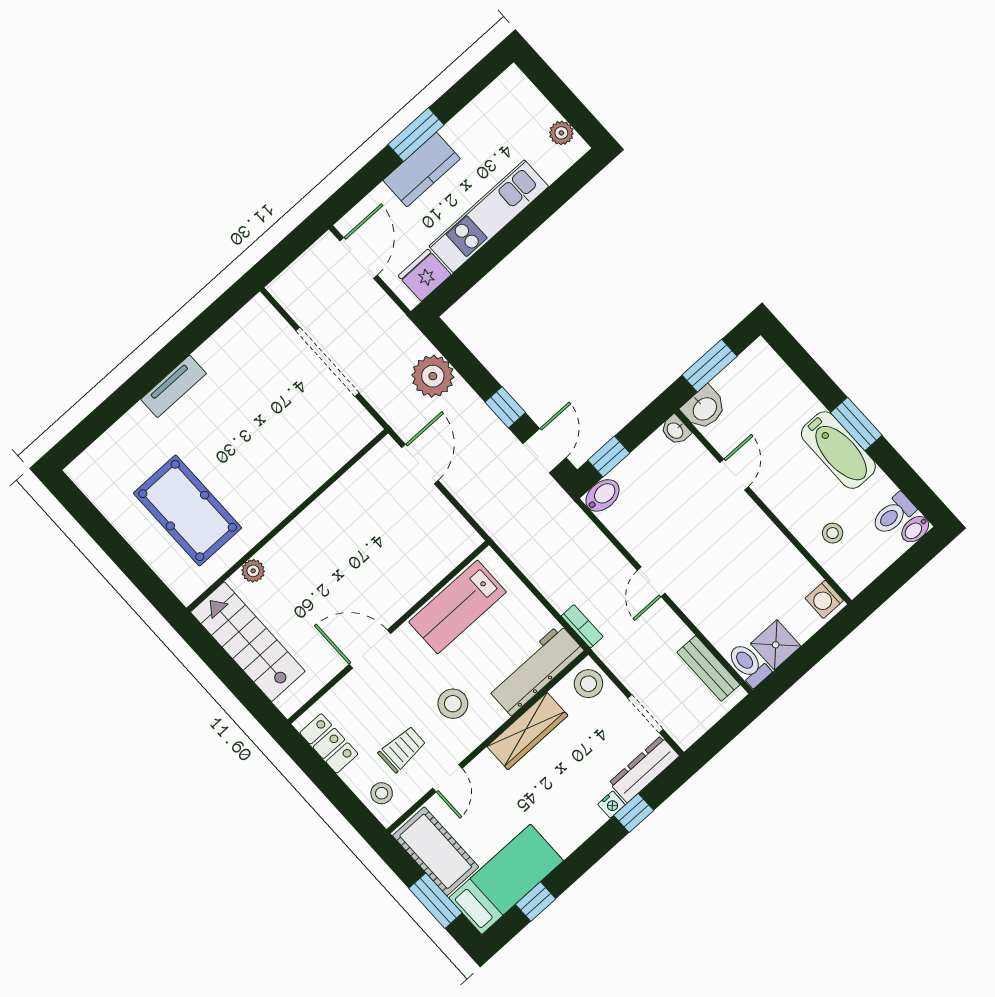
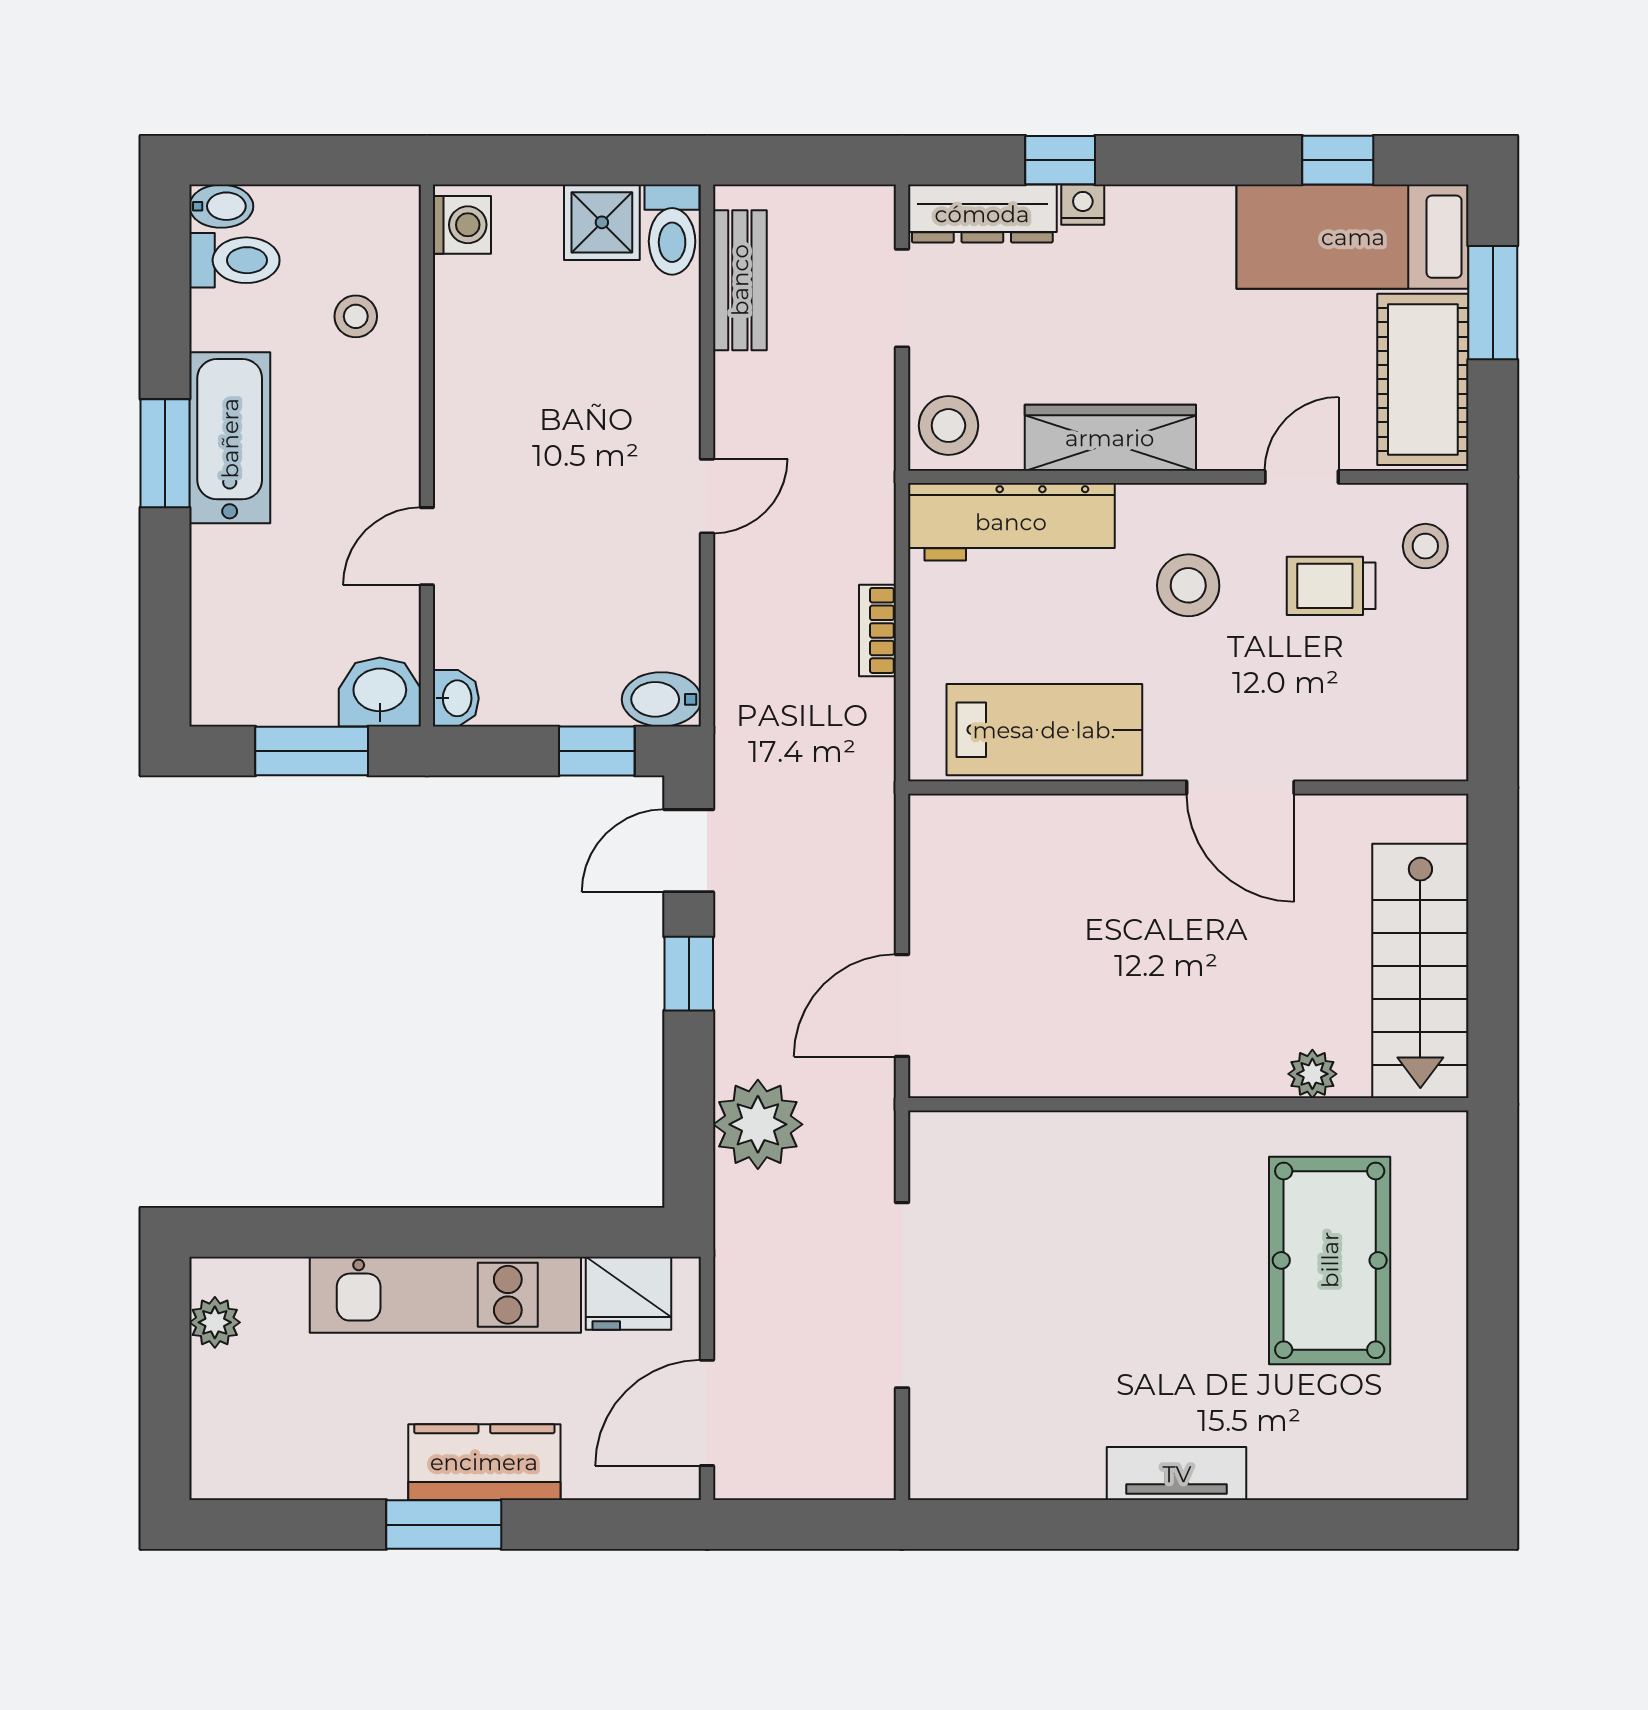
bookcase: (582, 626) -> (878, 630), moved
locker: (329, 743) -> (1437, 698), removed

